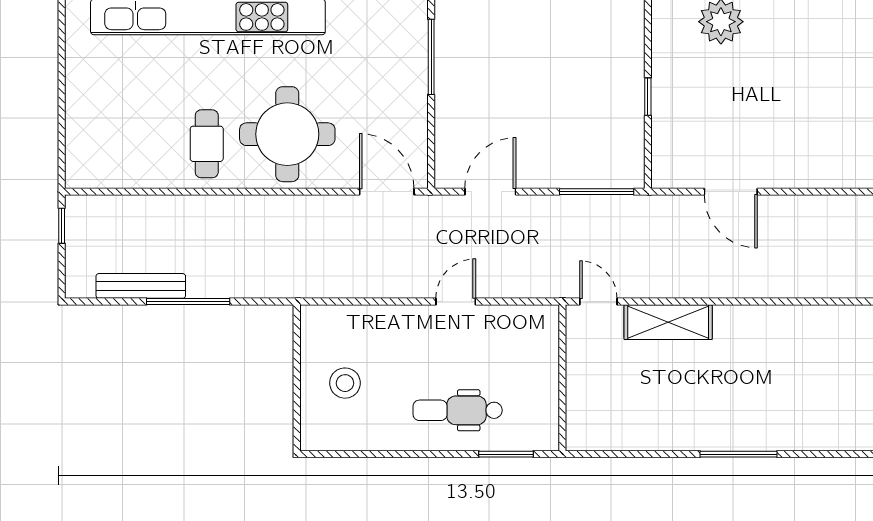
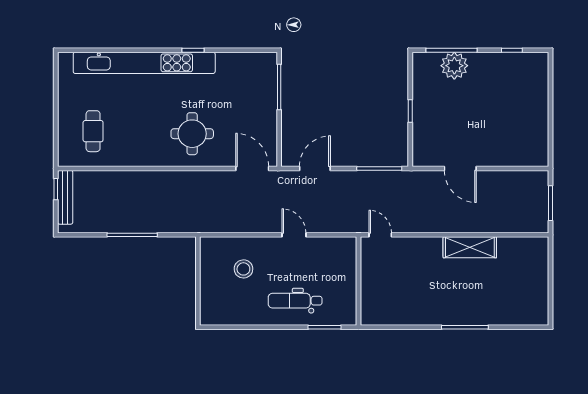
round table: (287, 134) -> (192, 134), width x0.73, depth x0.73
cafe table: (207, 144) -> (93, 131), moved
bench: (141, 286) -> (65, 197), moved, turned 90
door: (456, 302) -> (294, 235), hinge flipped
shelving: (668, 322) -> (470, 247), moved
stool: (345, 383) -> (243, 269), moved

